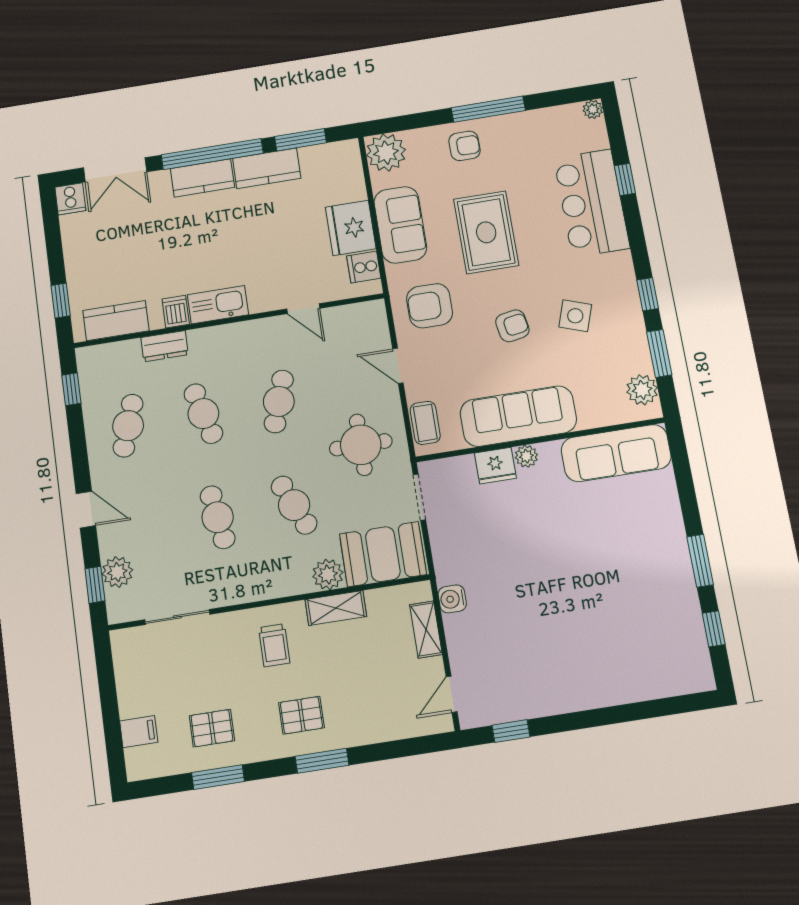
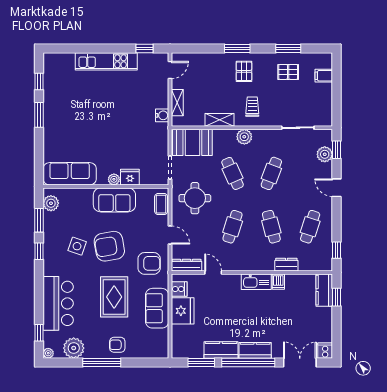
plant: (386, 153) -> (74, 348), moved
window: (625, 179) -> (39, 333), moved
dresser: (357, 314) -> (186, 265), added
kitchen counter: (116, 321) -> (324, 290), moved, turned 90
armchair: (512, 326) -> (109, 246), width x1.88, depth x1.88
sofa: (518, 416) -> (114, 200), width x0.73
cafe table: (218, 517) -> (271, 173), turned 30
plant: (328, 574) -> (244, 137), moved
kitchen unit: (584, 692) -> (106, 61), added
pallet: (301, 715) -> (244, 71), turned 90

